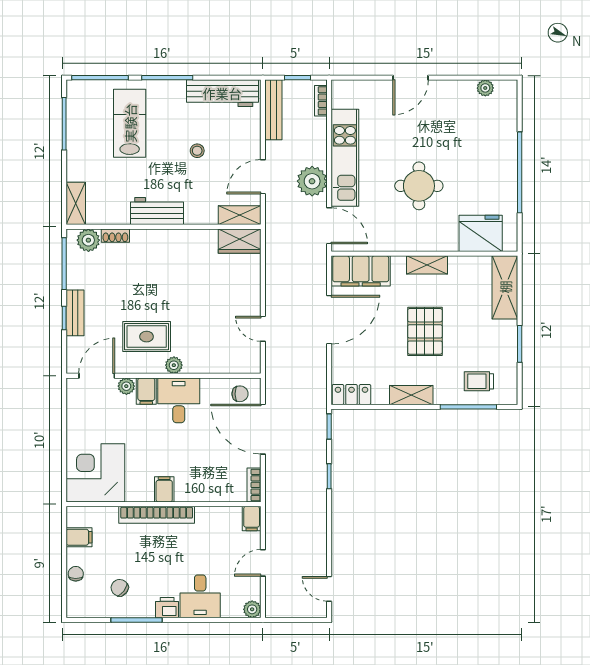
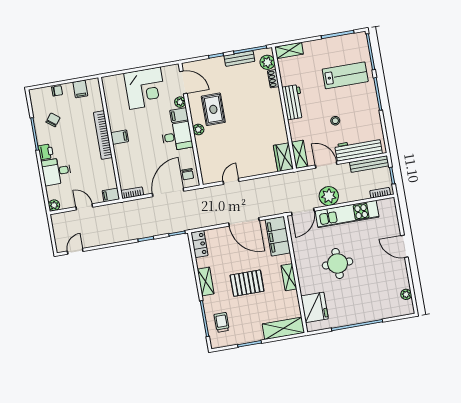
workbench: (222, 93) -> (358, 149), moved, turned 90
bench: (75, 313) -> (239, 59), moved
corner desk: (95, 473) -> (145, 88), moved, turned 90

